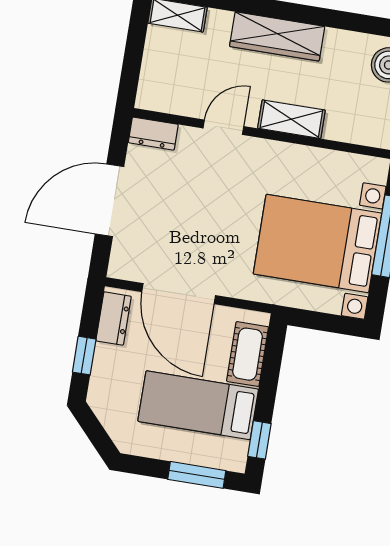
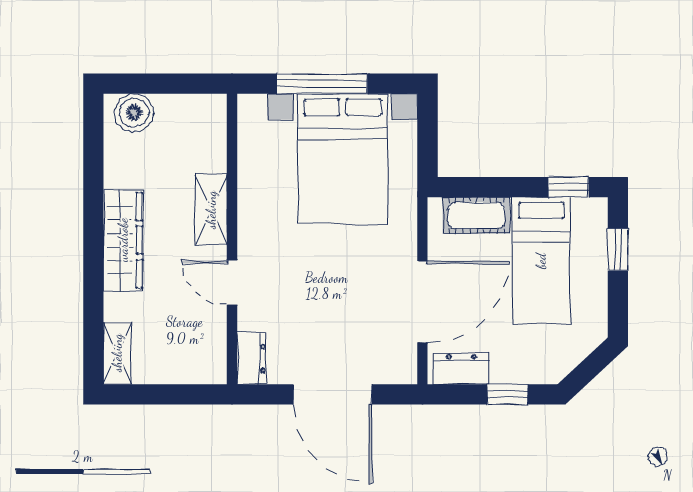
window: (197, 475) -> (618, 249), width x0.67

